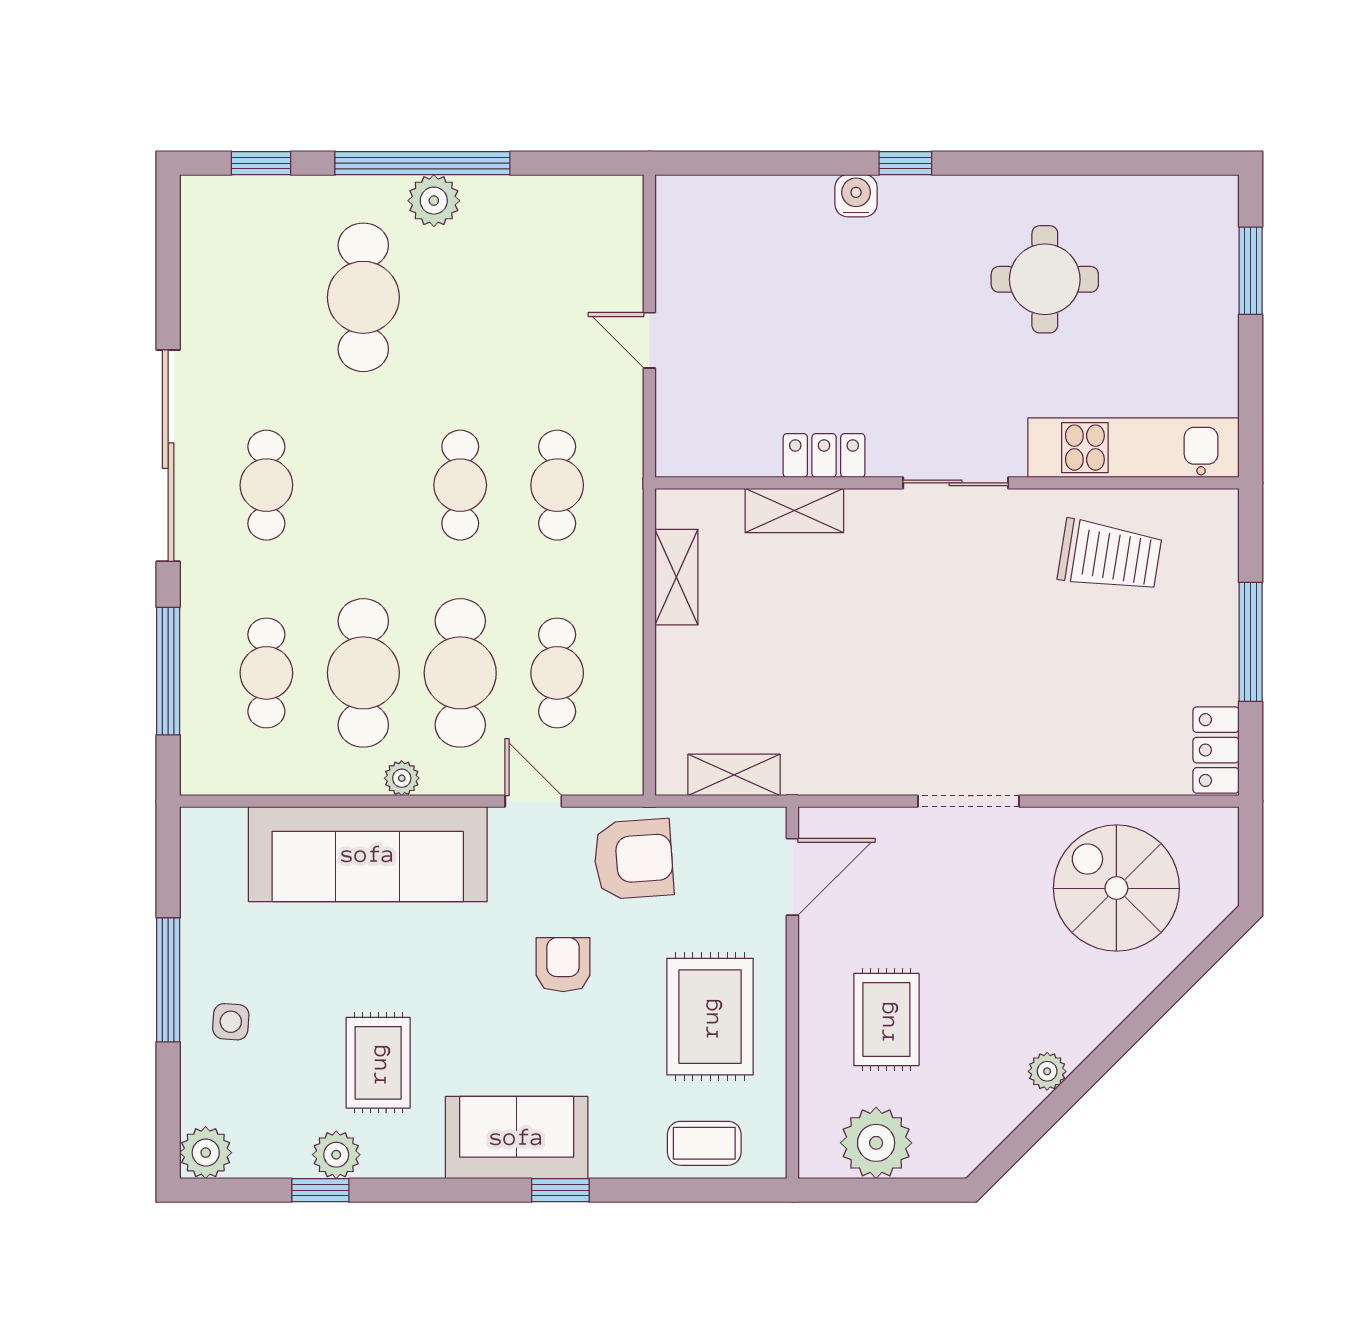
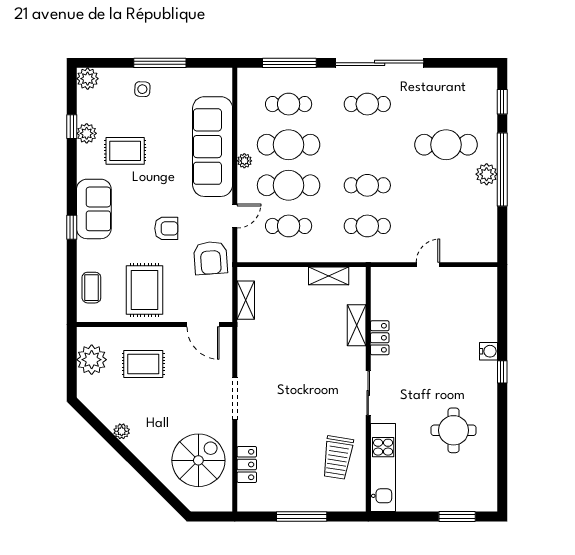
locker: (1216, 750) -> (247, 465), moved, turned 90
rug: (710, 1017) -> (144, 290), turned 90

